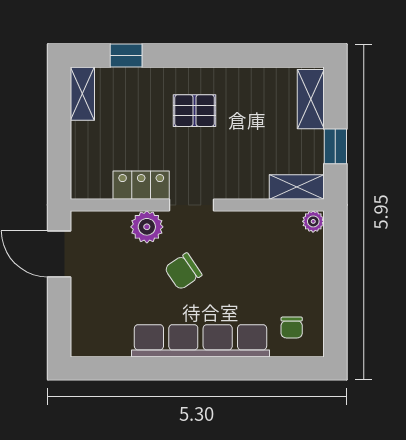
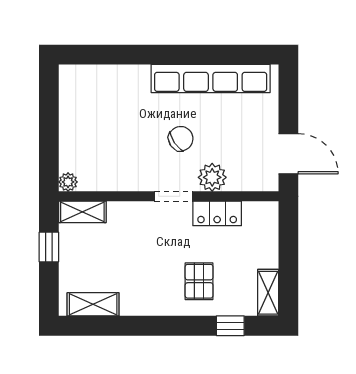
shelving: (311, 99) -> (93, 304), moved, turned 90
pallet: (195, 111) -> (199, 281), moved, turned 90
chair: (292, 327) -> (87, 90), removed
row of seats: (200, 341) -> (211, 78), moved

